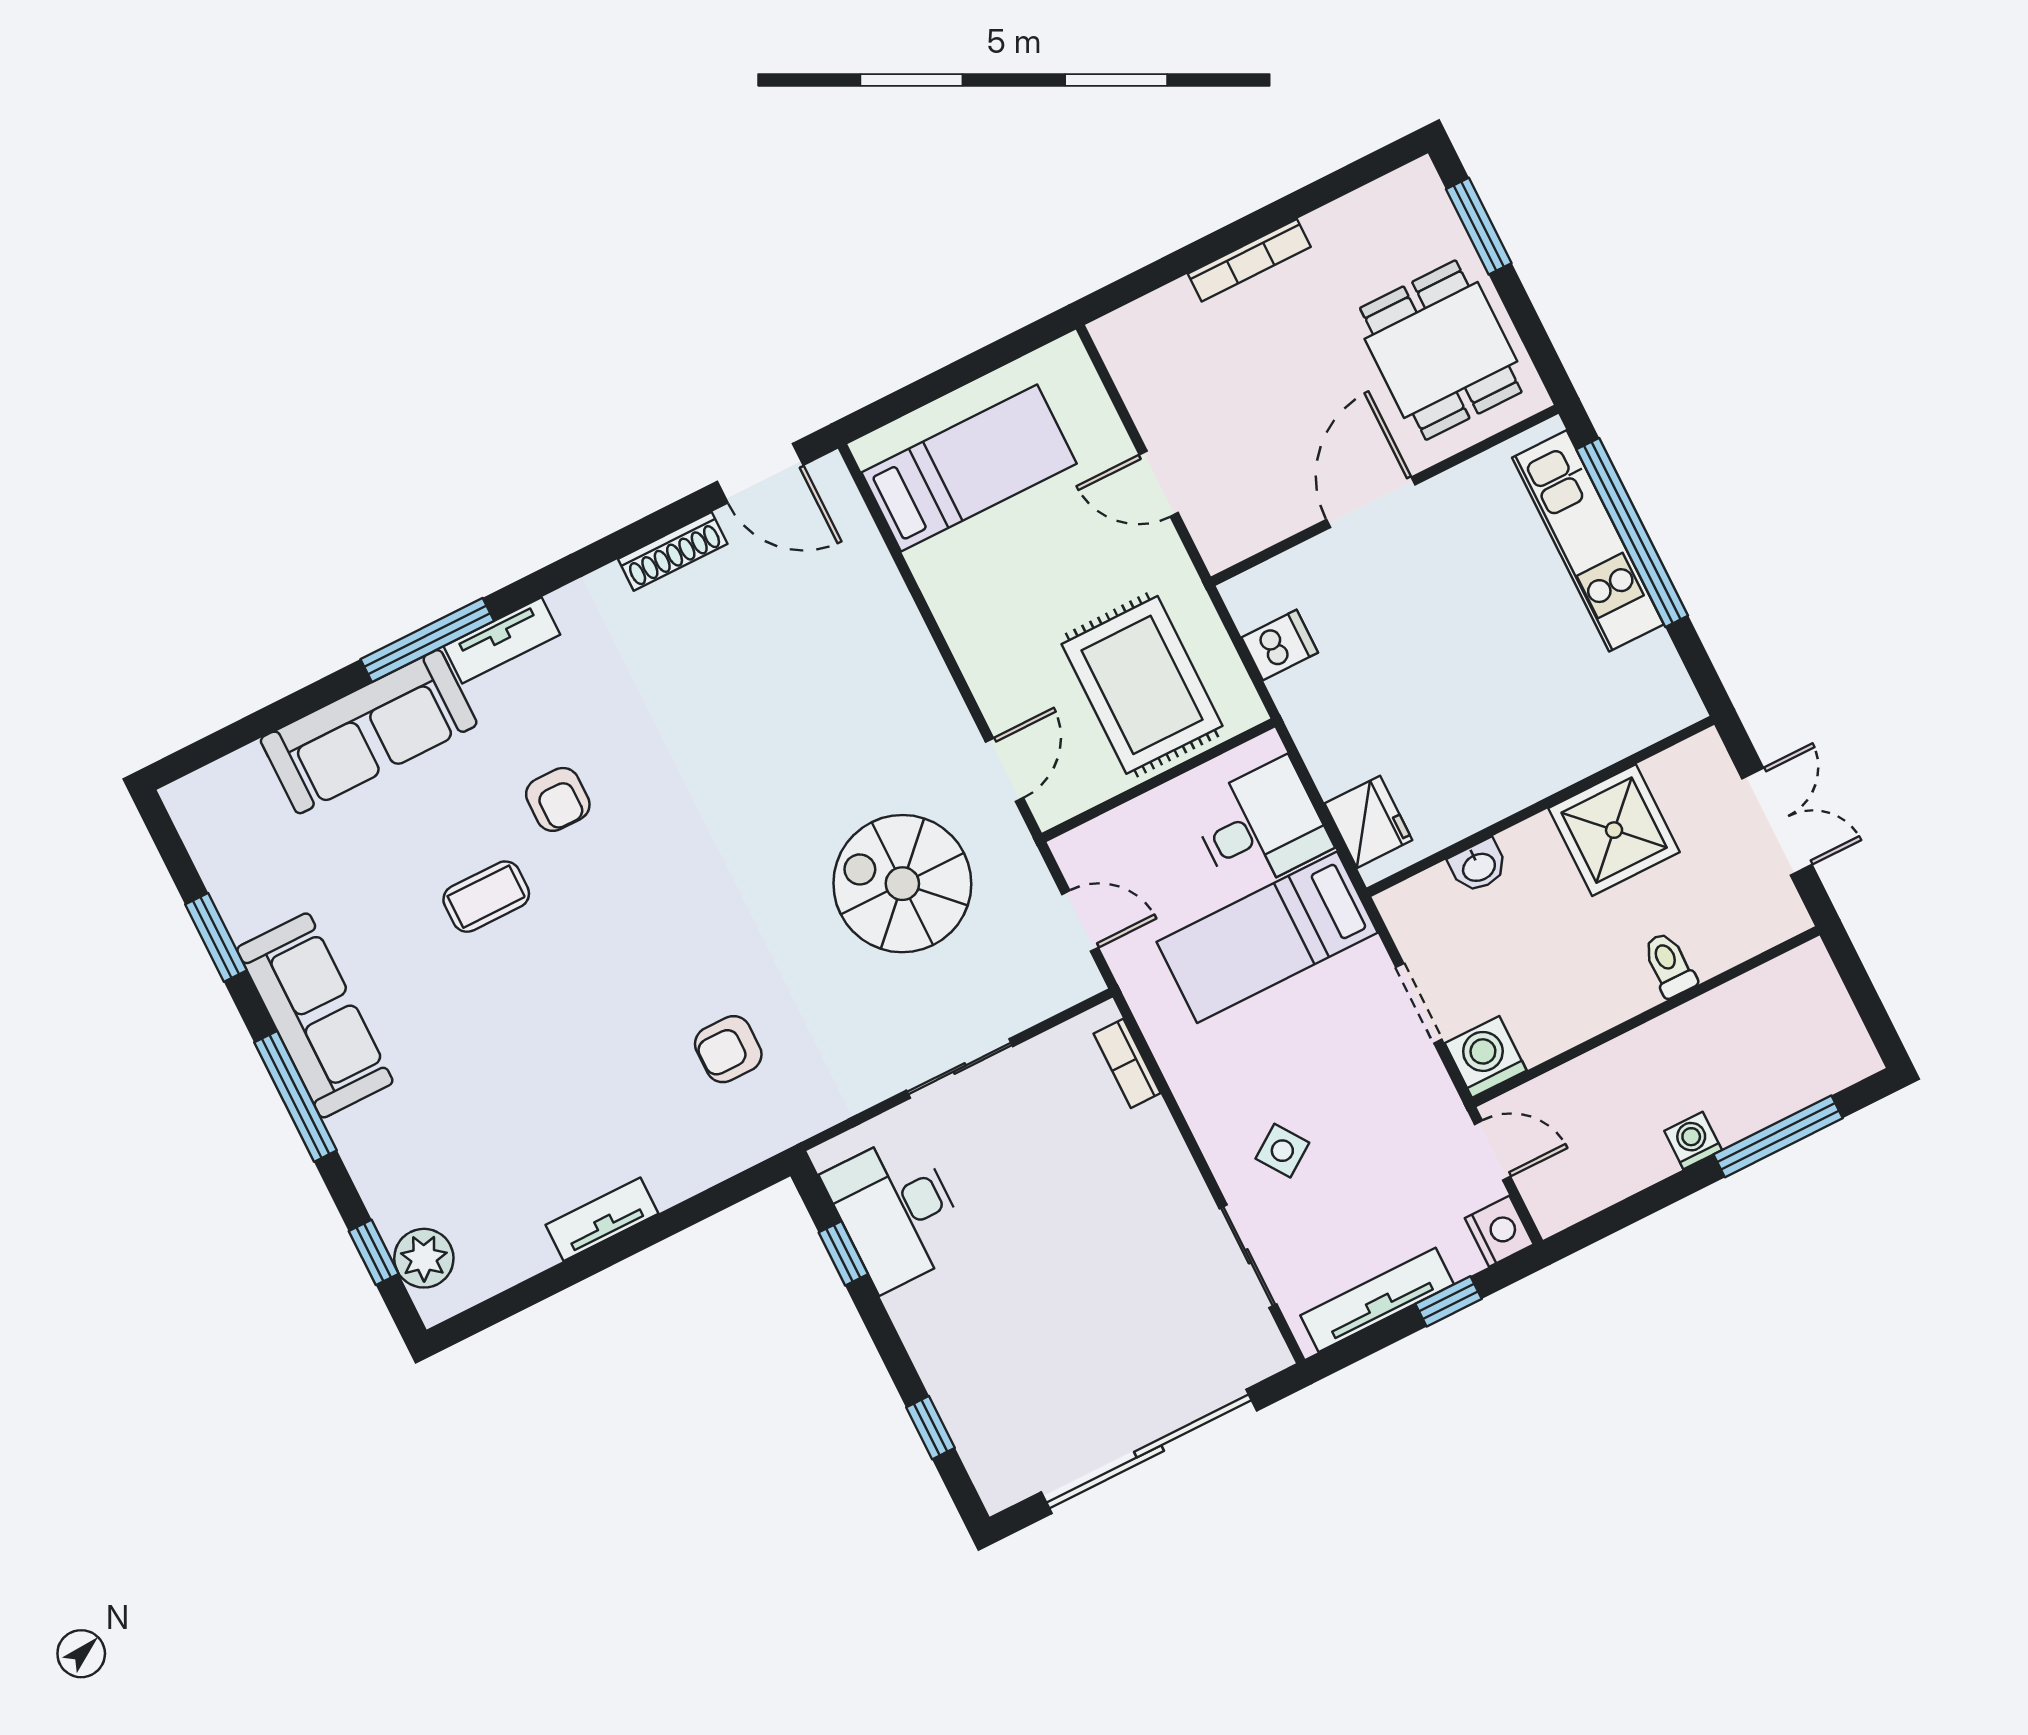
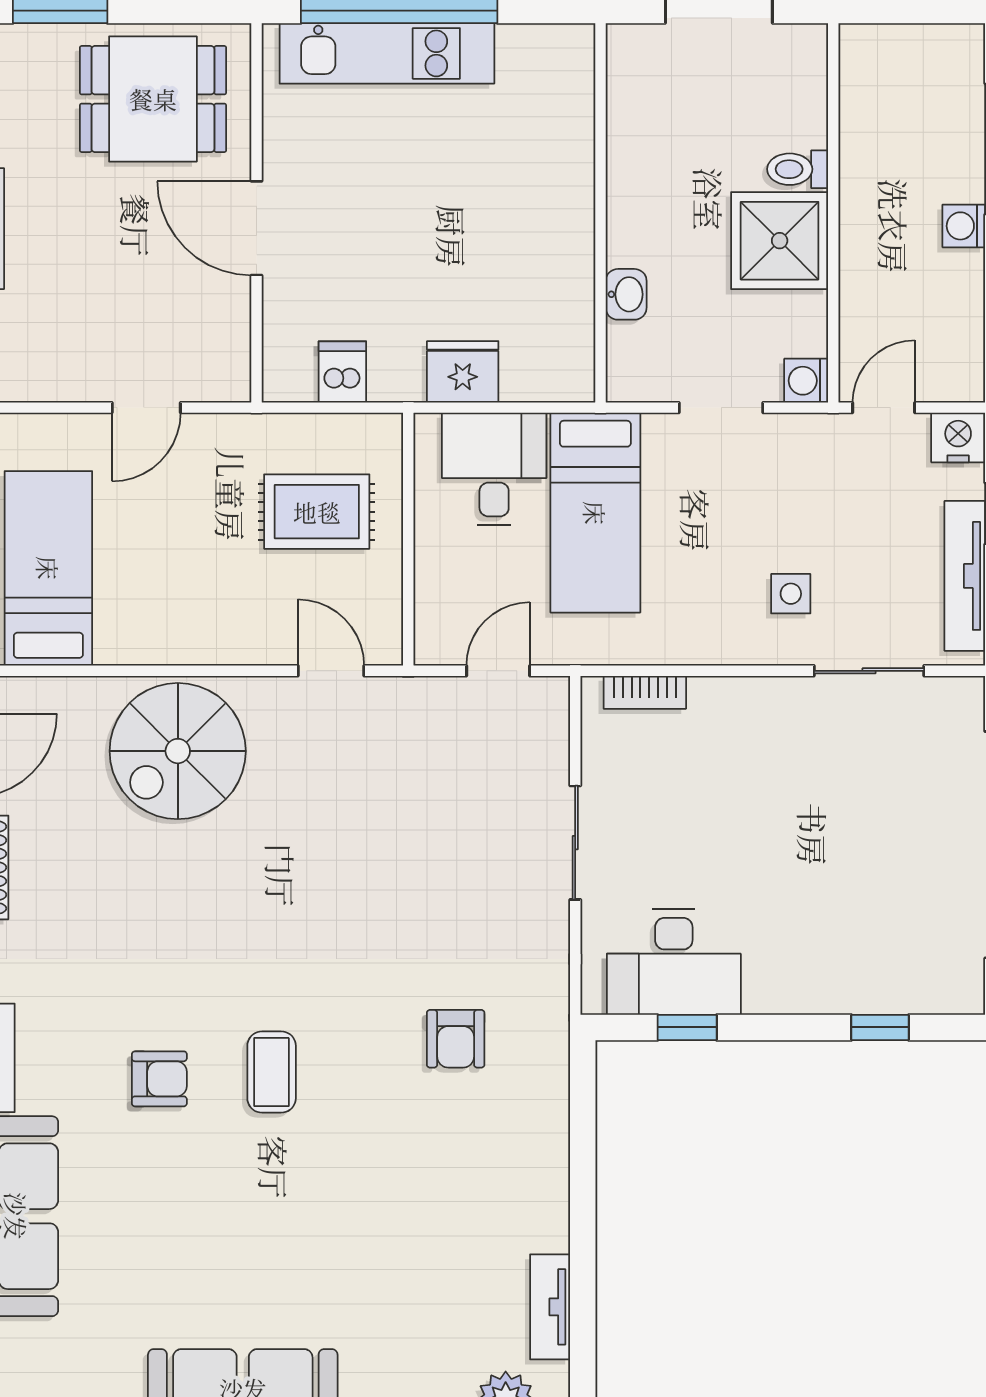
rug: (1142, 685) -> (317, 512), width x0.73, depth x0.70
fridge: (1368, 822) -> (463, 372), moved
shower: (1614, 830) -> (780, 241), moved
spiral stairs: (902, 884) -> (178, 751), moved
coffee table: (486, 897) -> (272, 1072), moved
washing machine: (1486, 1057) -> (806, 381), width x0.73, depth x0.73
side table: (1282, 1151) -> (791, 594), turned 35
tv unit: (602, 1219) -> (550, 1307), moved

